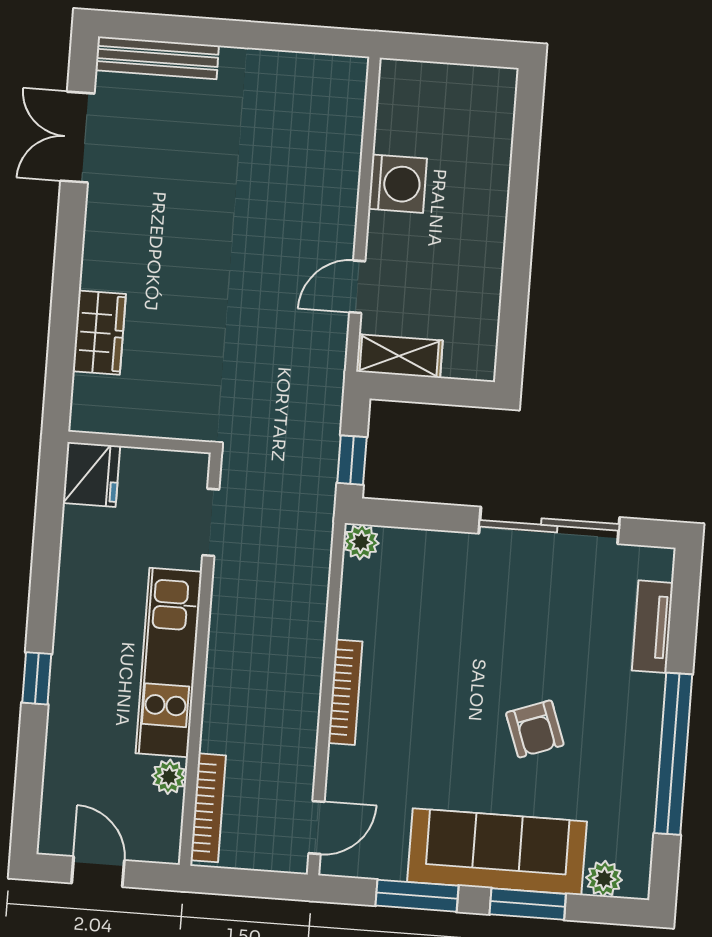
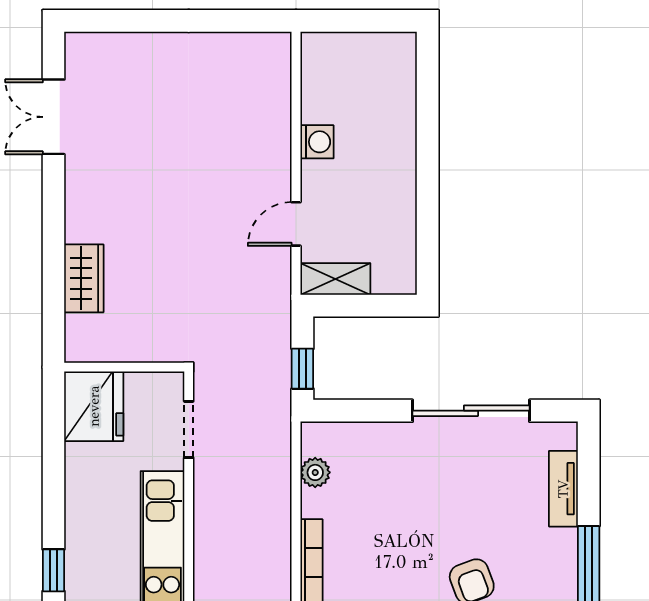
bench: (157, 58) -> (115, 46), removed
washing machine: (398, 184) -> (317, 142), width x0.73, depth x0.73
fridge: (91, 474) -> (94, 406), width x1.36, depth x1.34
plant: (361, 542) -> (315, 472), moved

